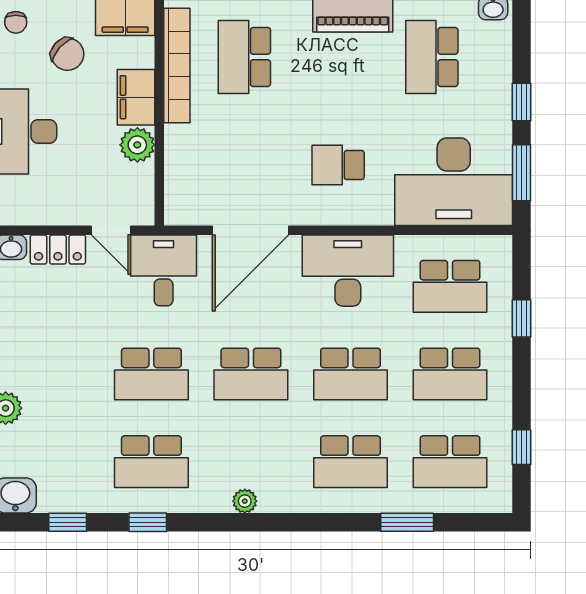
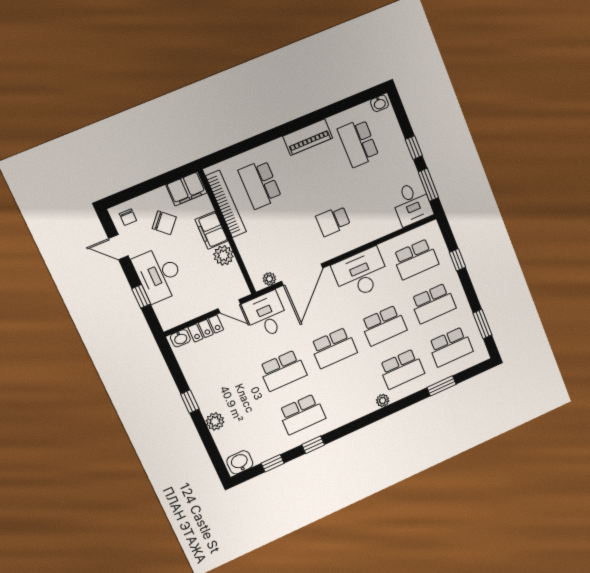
desk: (454, 182) -> (412, 204), width x0.53, depth x0.77
plant: (194, 214) -> (269, 279), added
window: (522, 447) -> (482, 324), width x1.50
plant: (245, 501) -> (383, 401), moved

